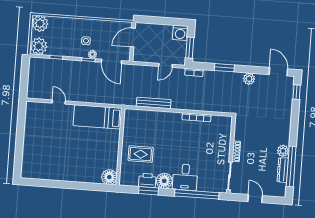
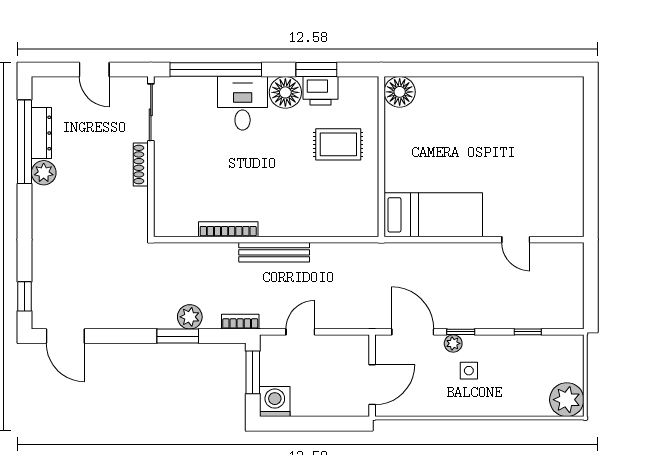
plant: (39, 46) -> (566, 352), removed
plant: (249, 79) -> (190, 317), moved
bench: (154, 103) -> (274, 252), moved

